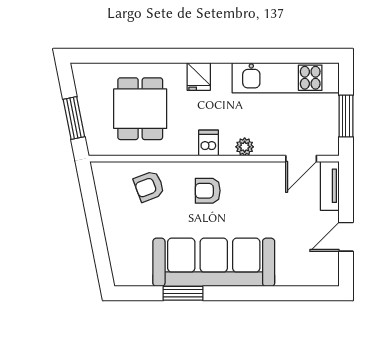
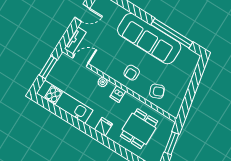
armchair: (208, 191) -> (132, 73), turned 90
window: (183, 293) -> (172, 33), width x2.11

